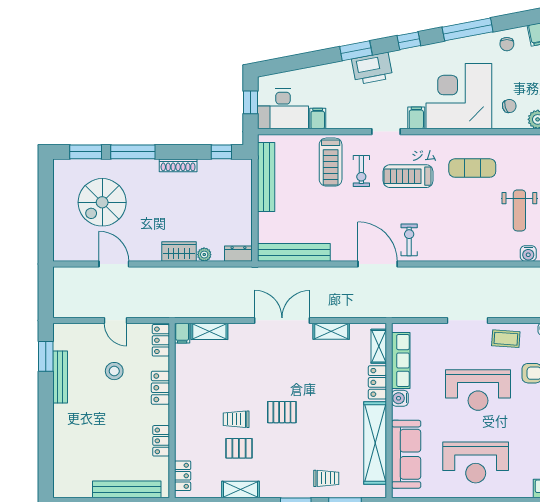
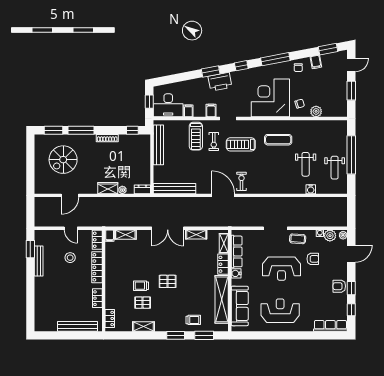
filing cabinet: (416, 118) -> (211, 111), moved
door: (114, 264) -> (70, 195), swing flipped
double door: (282, 320) -> (168, 228), swing flipped
locker: (160, 388) -> (97, 267), width x1.53
reception desk: (476, 462) -> (280, 311), turned 180

